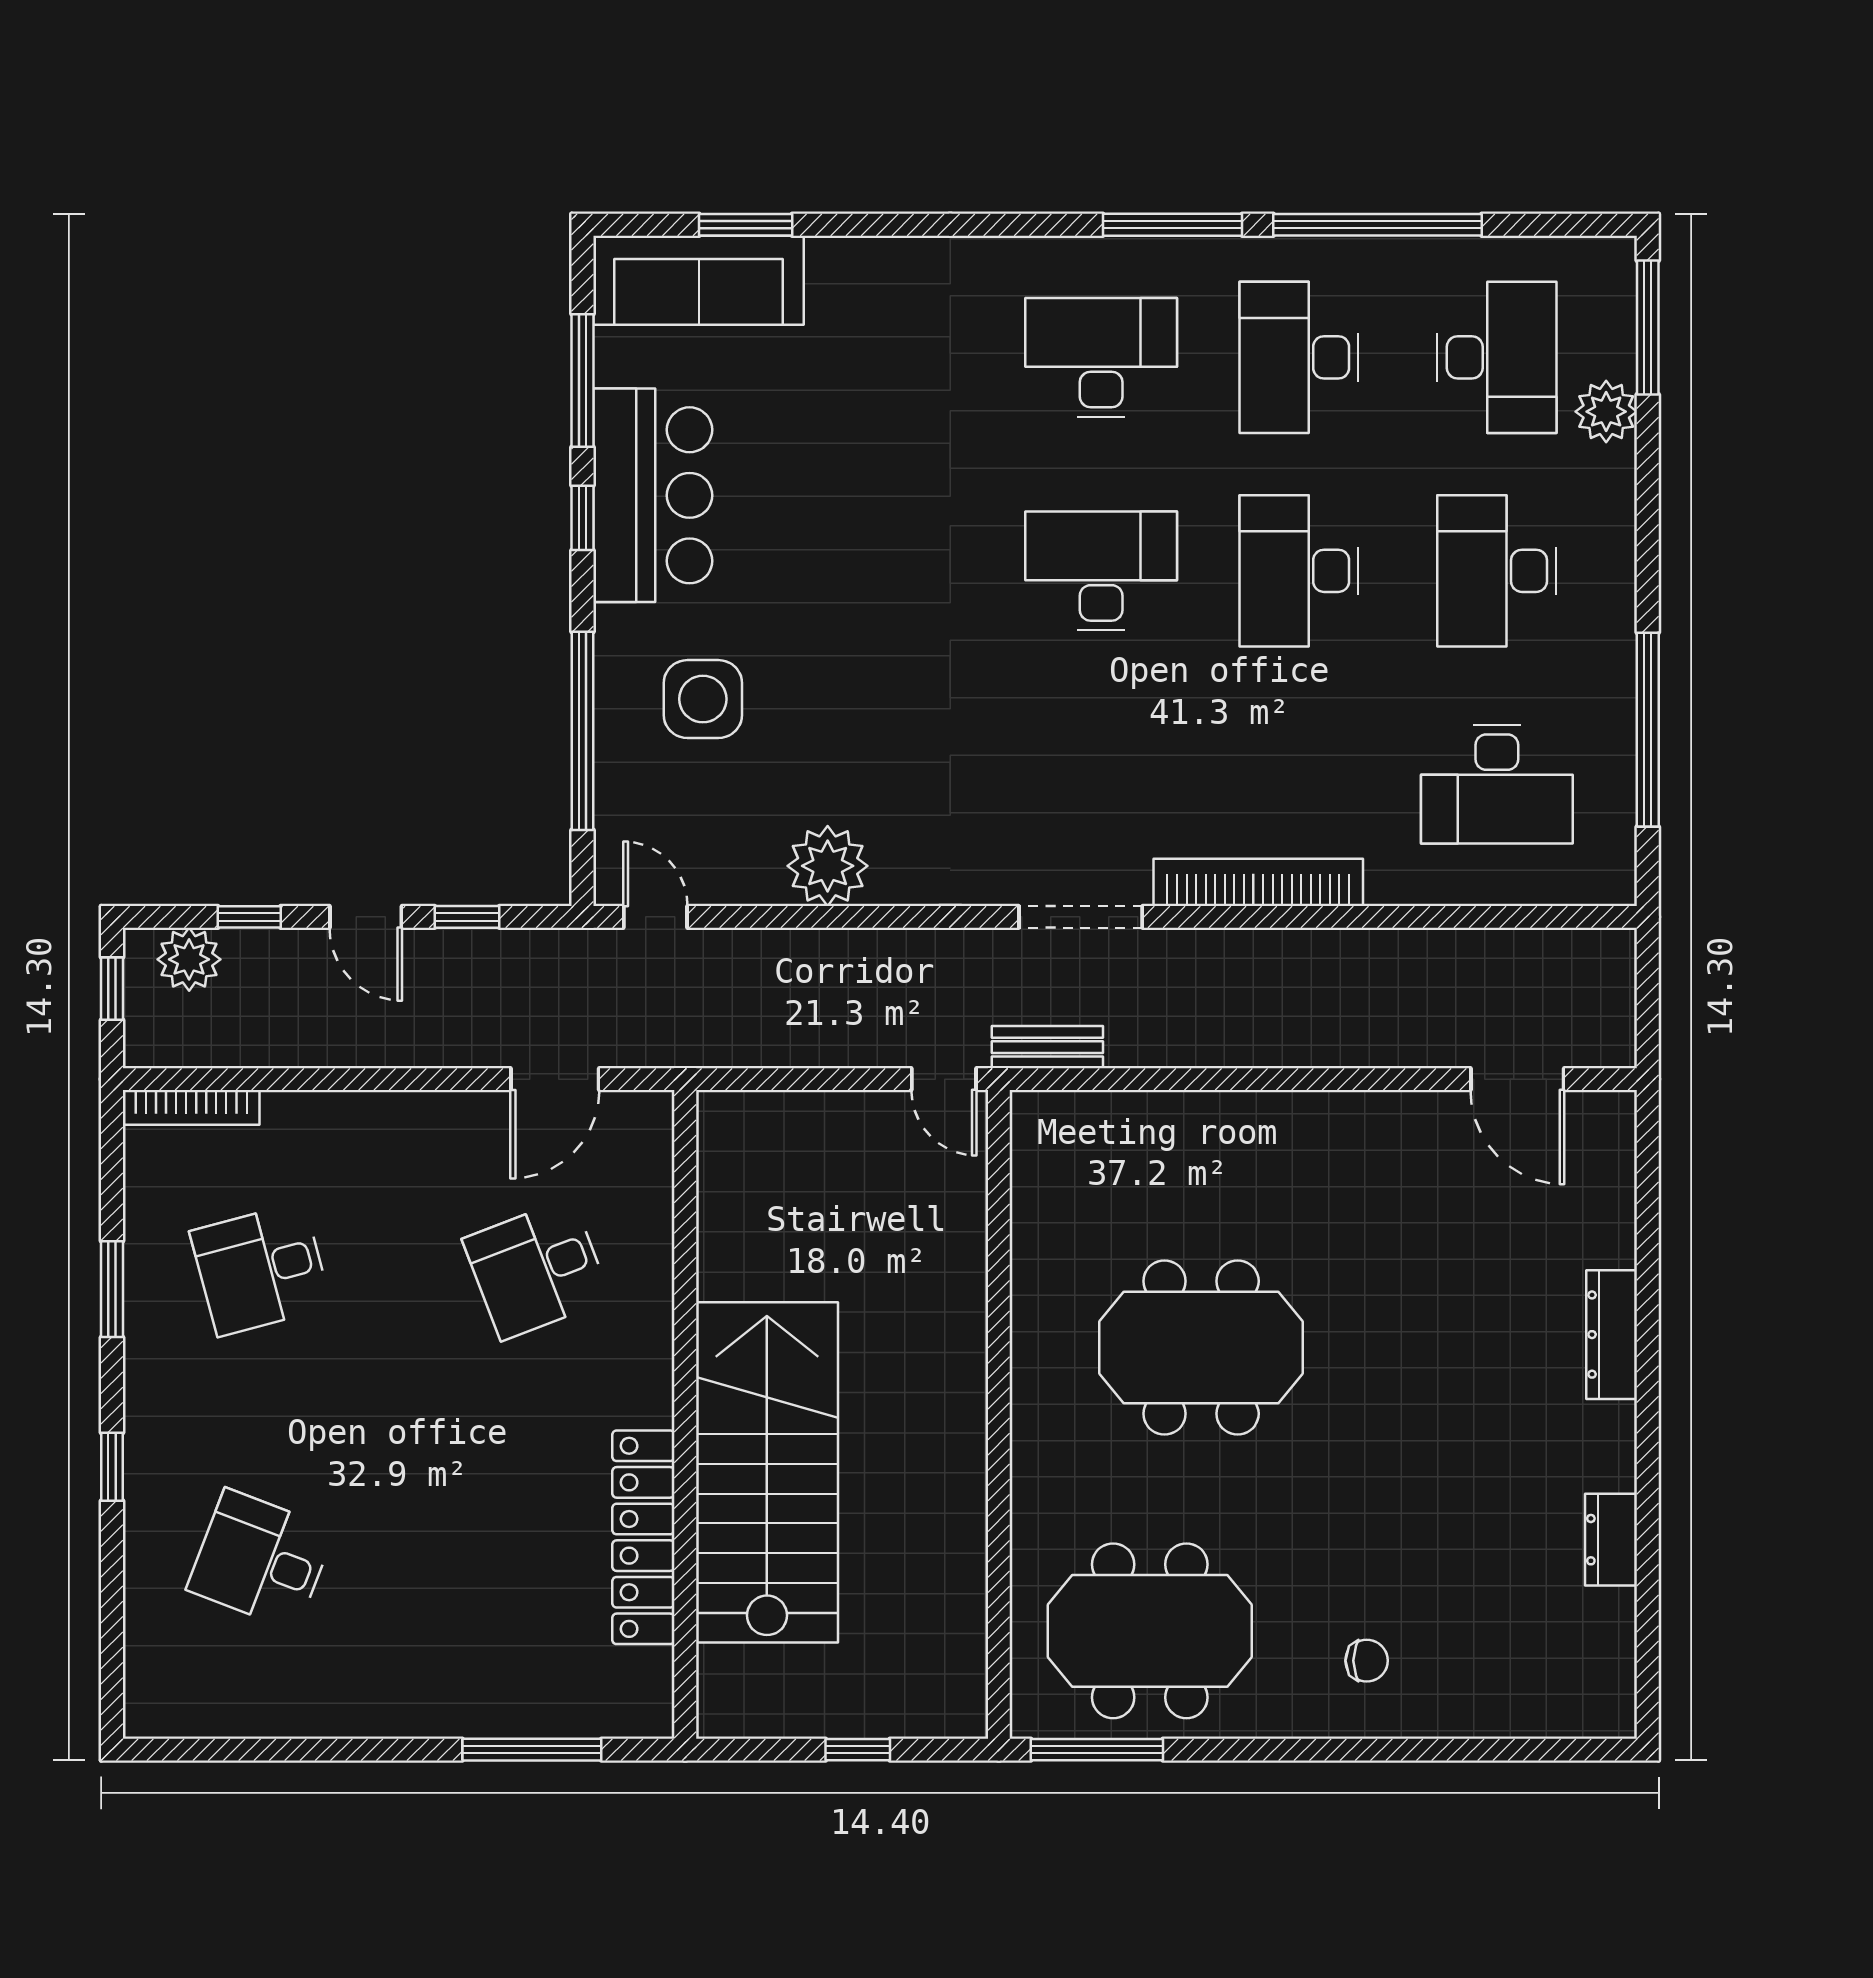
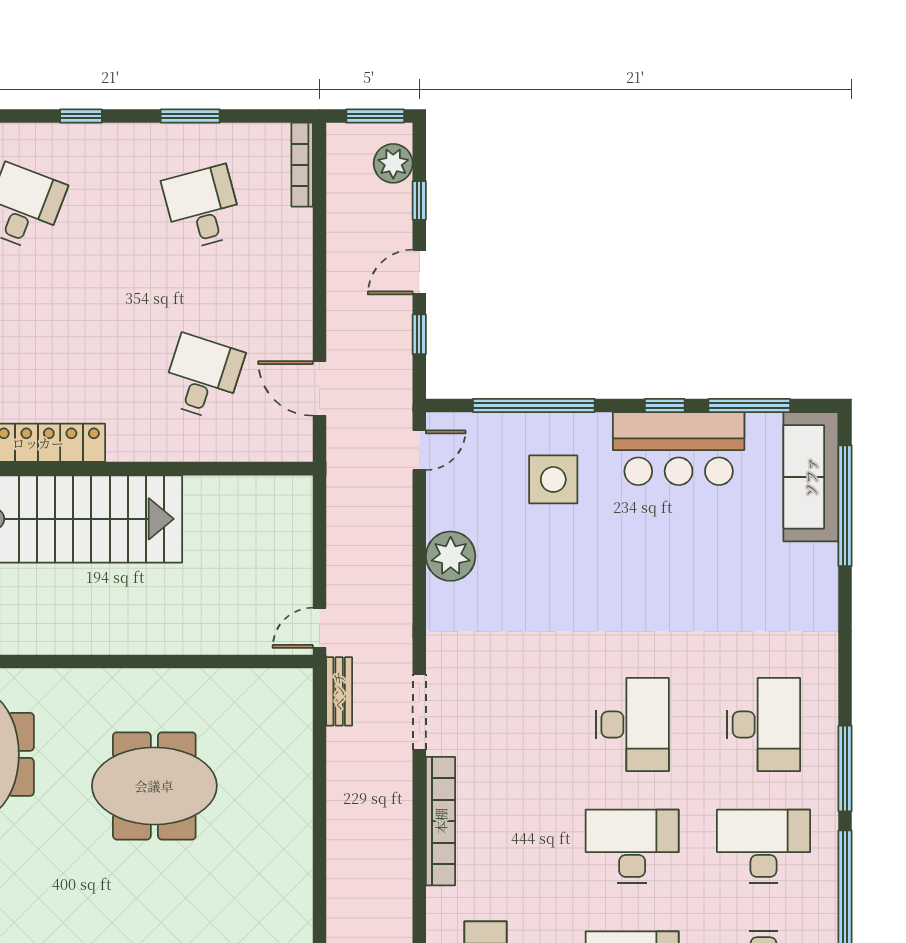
window: (746, 225) -> (845, 506), width x2.11
window: (112, 989) -> (375, 116), width x1.50
desk: (537, 1269) -> (203, 377), turned 39
meeting table: (1201, 1347) -> (154, 786), turned 90

